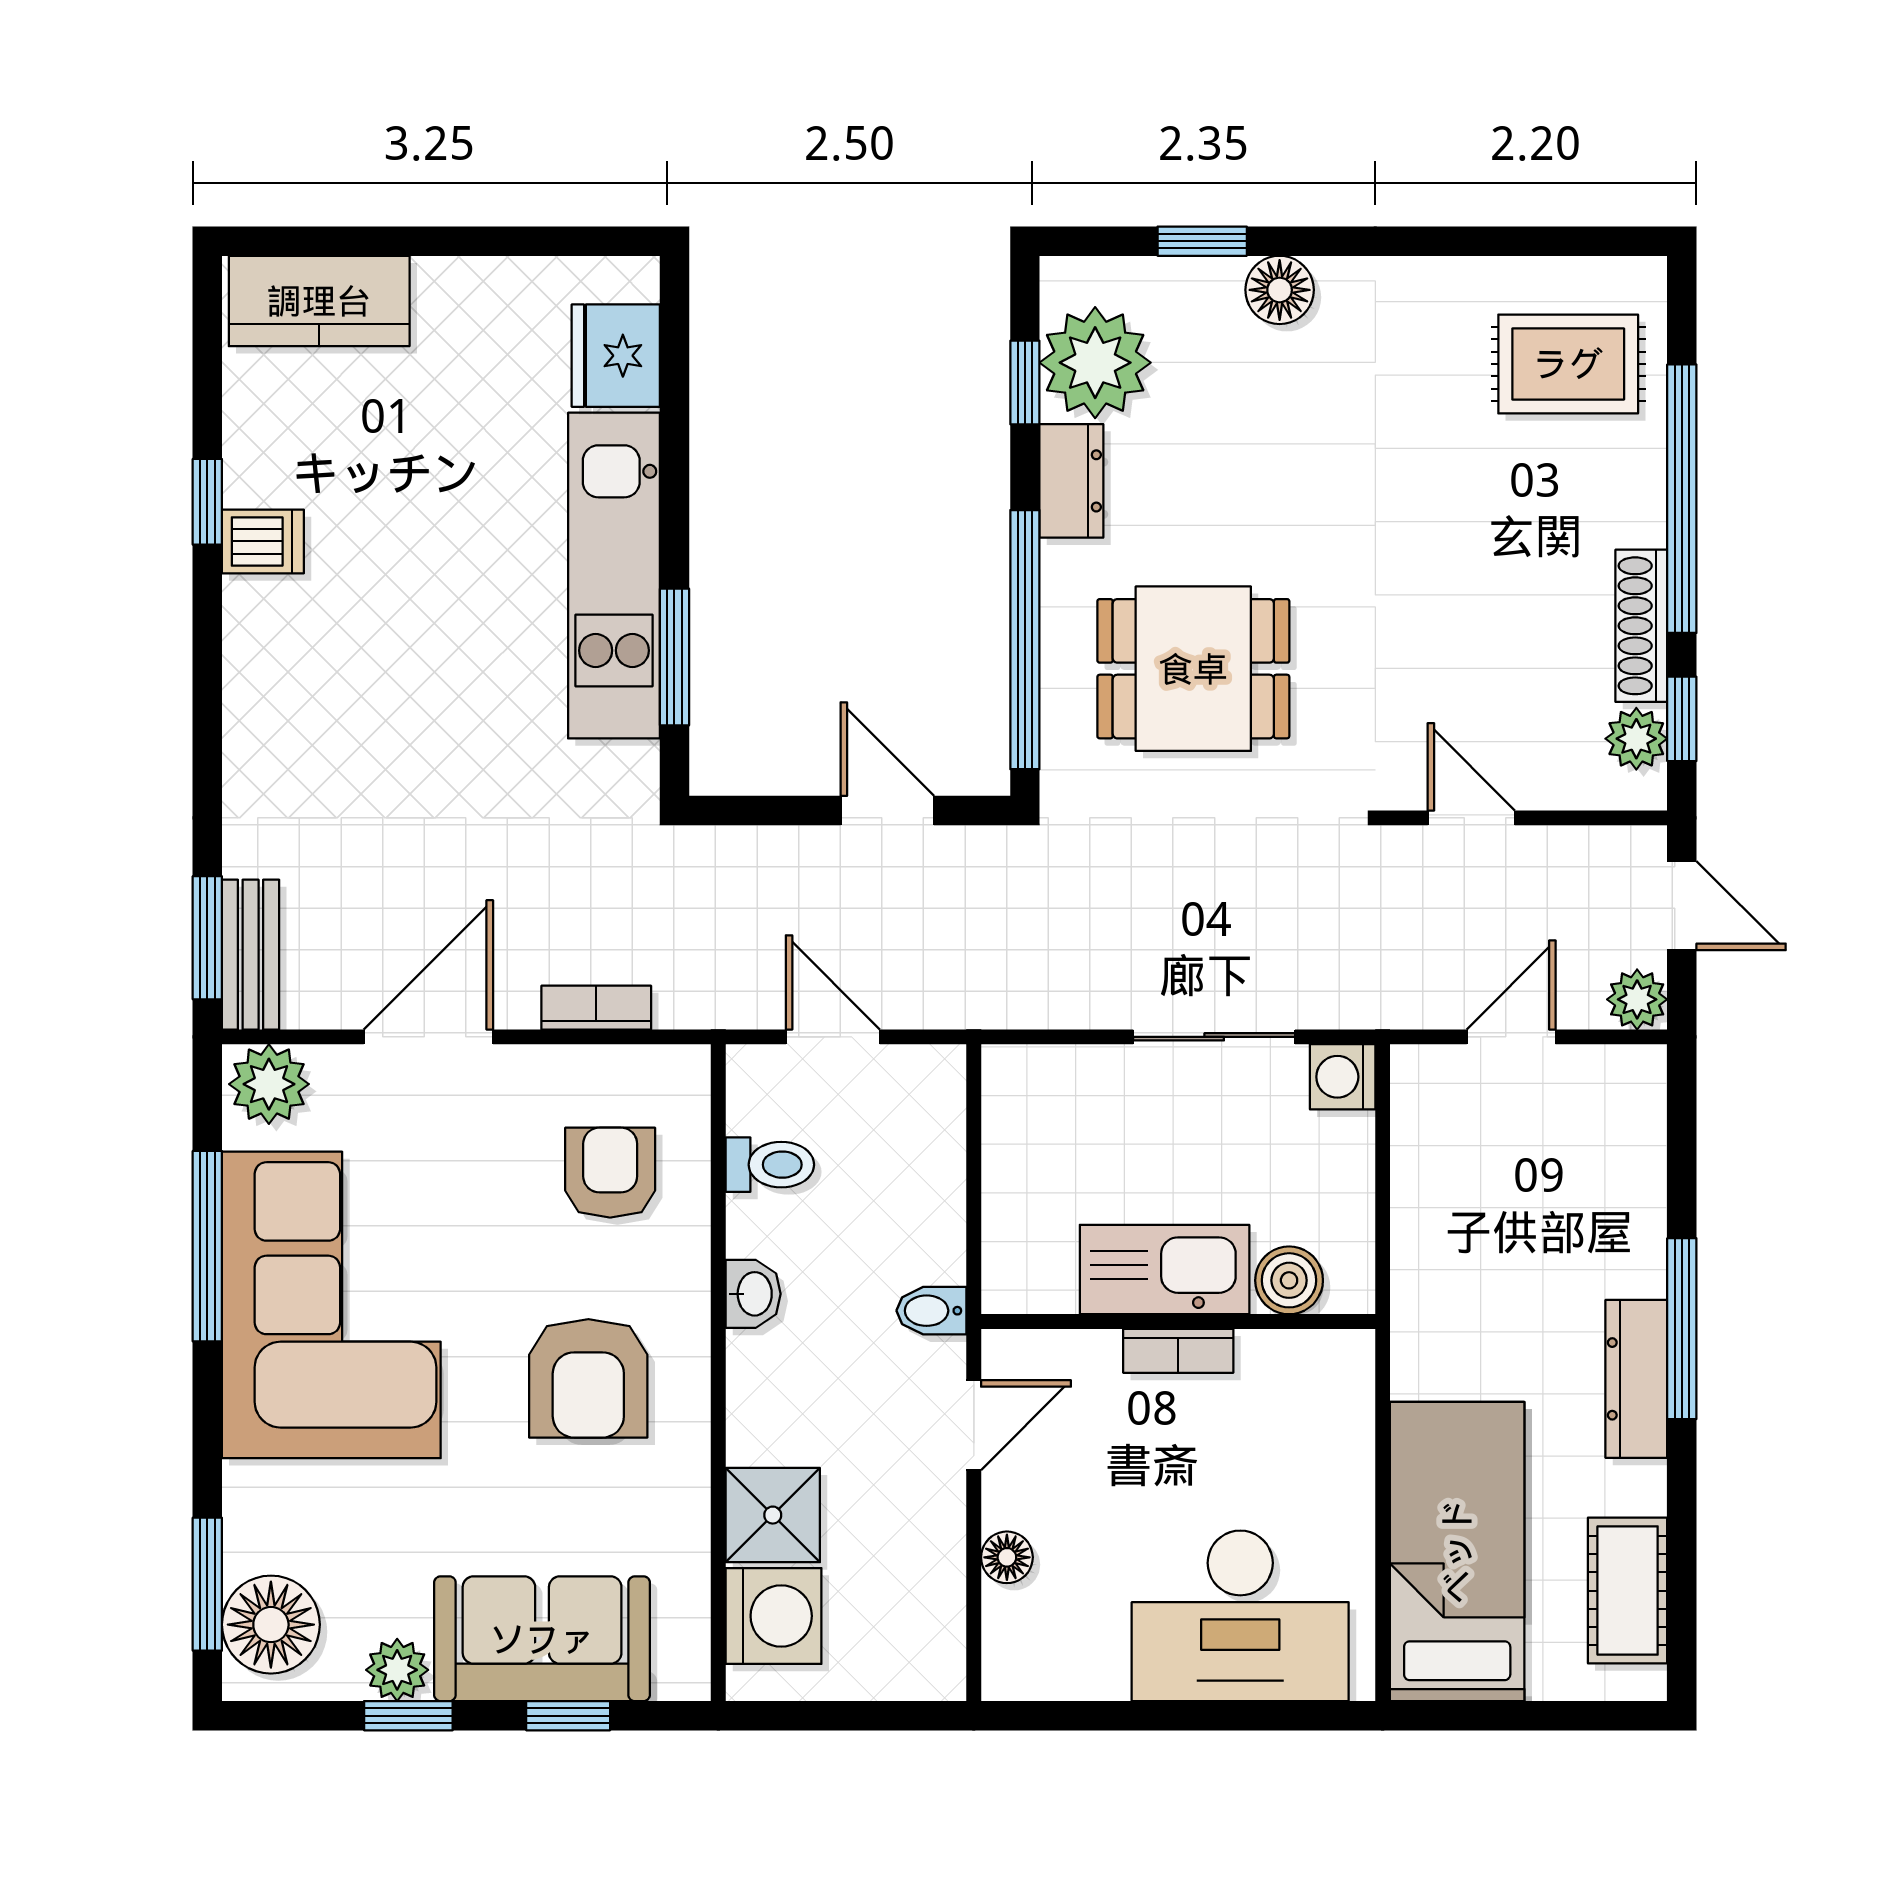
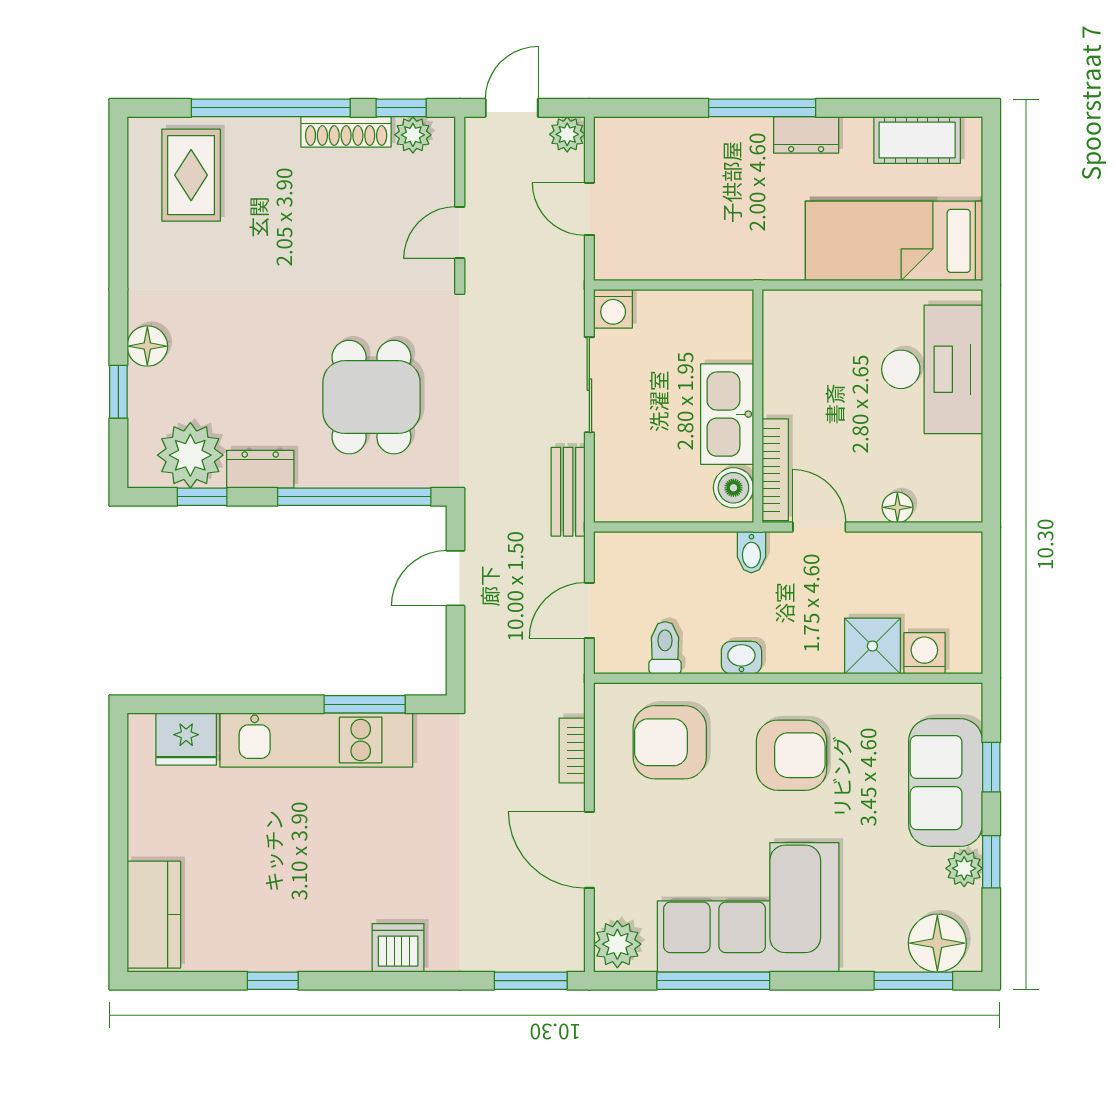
dishwasher: (263, 541) -> (398, 948), moved, width x1.38
bench: (251, 955) -> (568, 492), moved, turned 90
armchair: (610, 1173) -> (670, 742), width x1.38, depth x1.38
boiler: (1289, 1280) -> (733, 488), moved
bookcase: (1178, 1351) -> (775, 470), moved, width x1.56
dresser: (1636, 1379) -> (806, 135), width x0.70
washing machine: (774, 1616) -> (924, 653), width x0.73, depth x0.73

